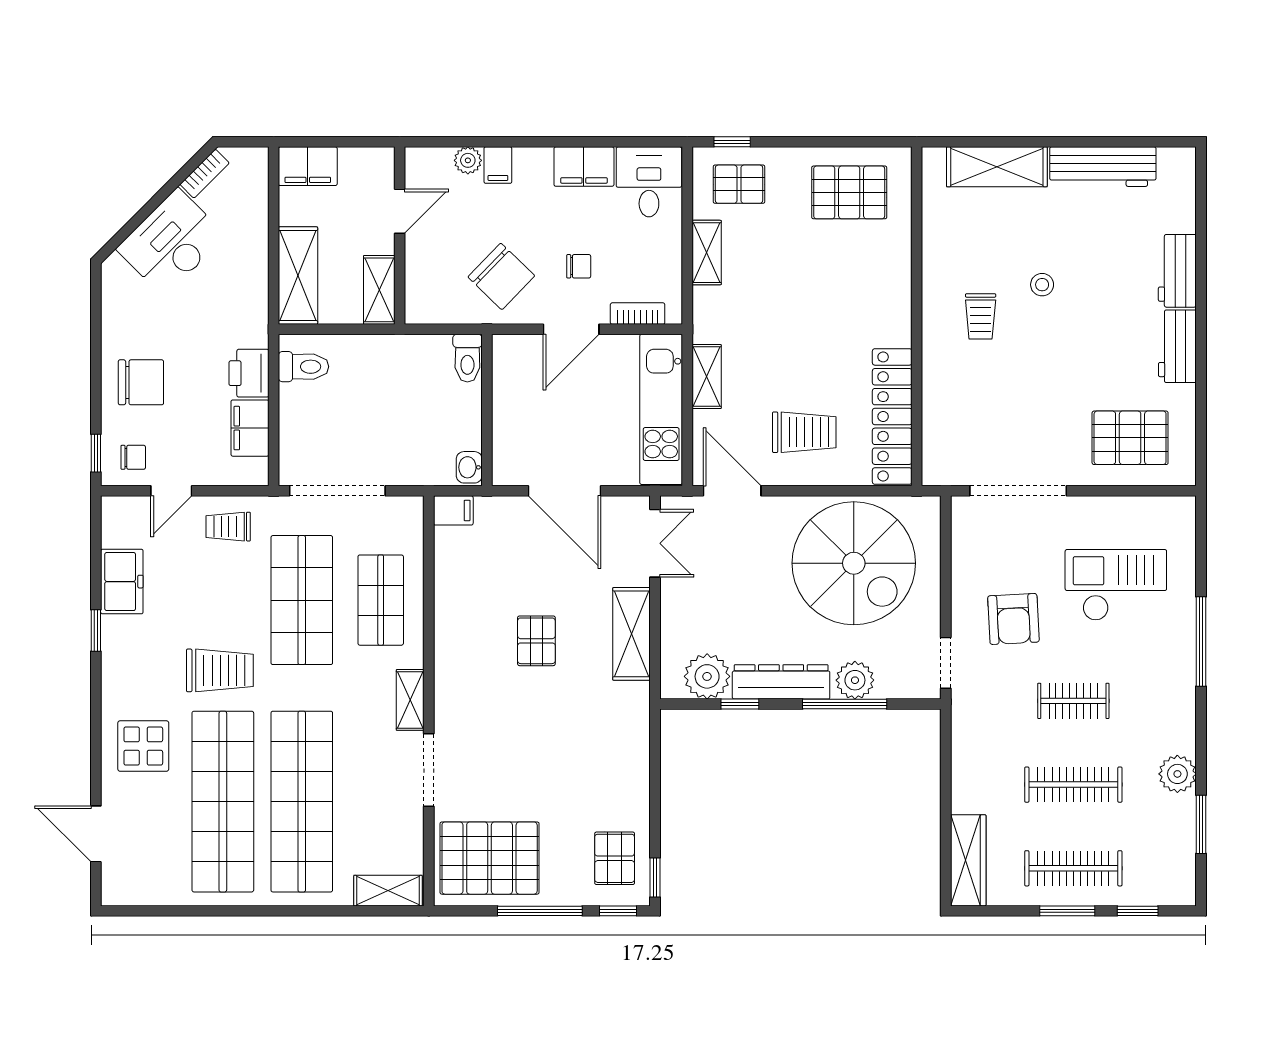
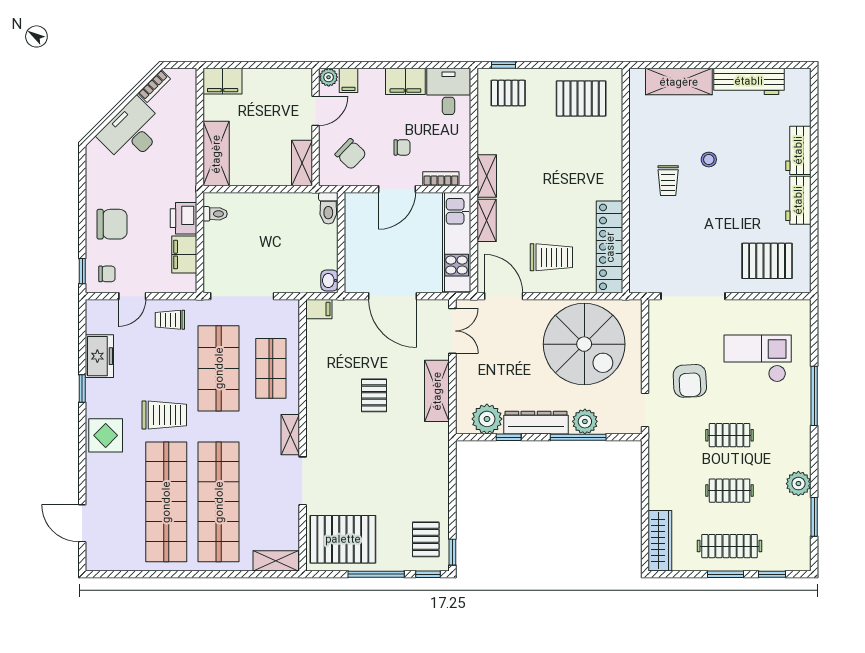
door: (400, 211) -> (315, 111), moved
wall: (400, 236) -> (315, 127), moved
shelving: (707, 253) -> (487, 176), moved
chair: (501, 276) -> (351, 154), width x0.73, depth x0.73
shelving: (379, 290) -> (302, 163), moved
toilet: (304, 367) -> (215, 214), width x0.73, depth x0.72
display table: (143, 746) -> (106, 435), moved
clothes rail: (1073, 785) -> (730, 491), width x0.73

